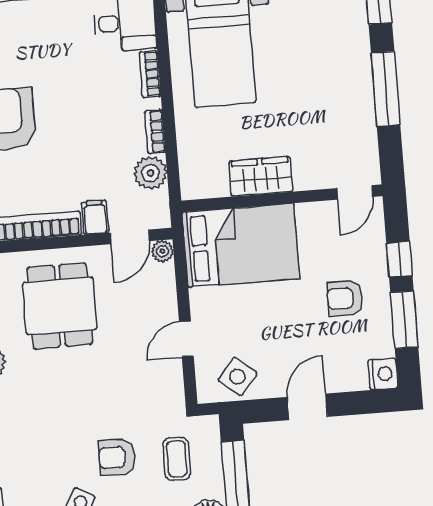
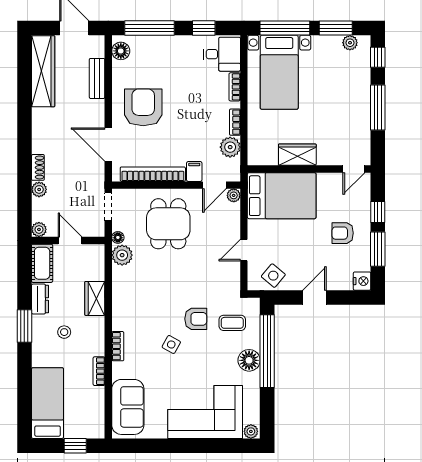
armchair: (117, 457) -> (196, 319), turned 180
coffee table: (177, 459) -> (232, 323), turned 90

